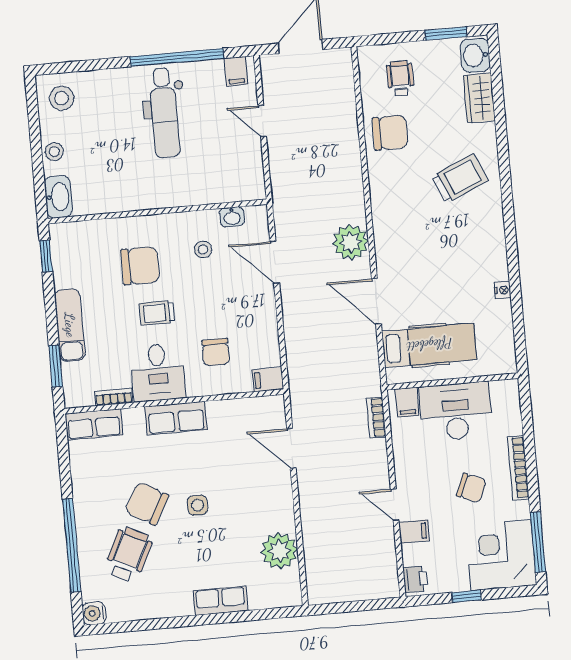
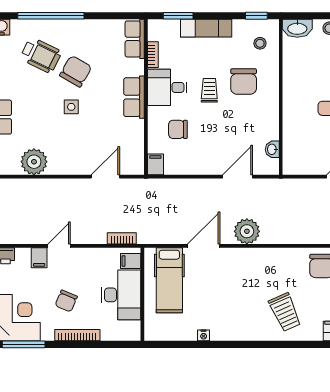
stool: (203, 249) -> (260, 43), moved

